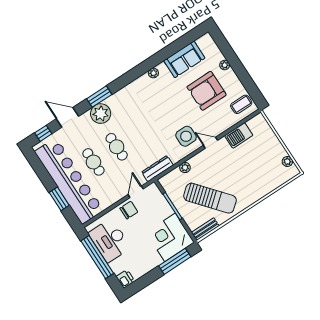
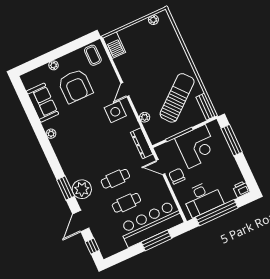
barbecue: (239, 135) -> (114, 45), moved
bar counter: (69, 181) -> (151, 224), width x0.73
window: (59, 199) -> (156, 240), width x1.44
corner desk: (170, 237) -> (197, 147), moved, turned -90

